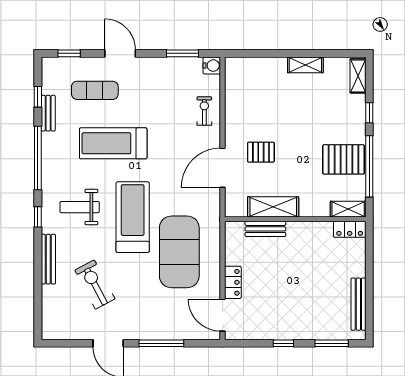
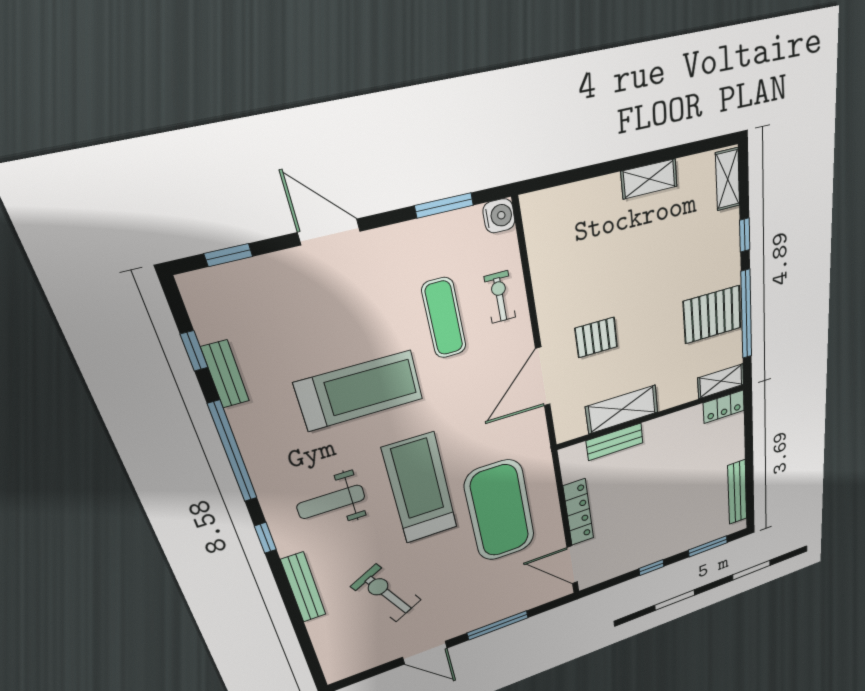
exercise mat: (95, 90) -> (444, 318), moved, turned 90
treadmill: (113, 143) -> (359, 391), turned 180
locker: (233, 282) -> (578, 512), width x1.53

